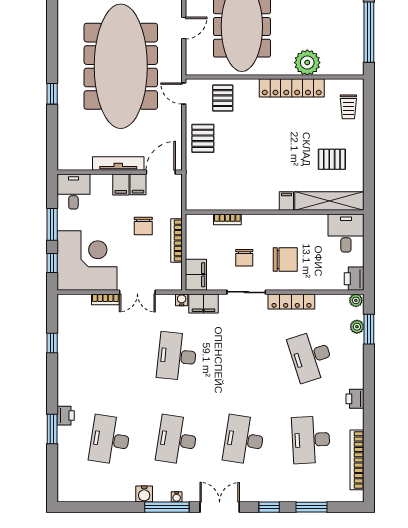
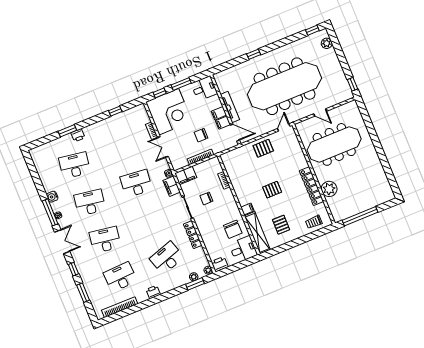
pallet: (223, 98) -> (272, 190), moved
chair: (285, 259) -> (233, 229), moved

